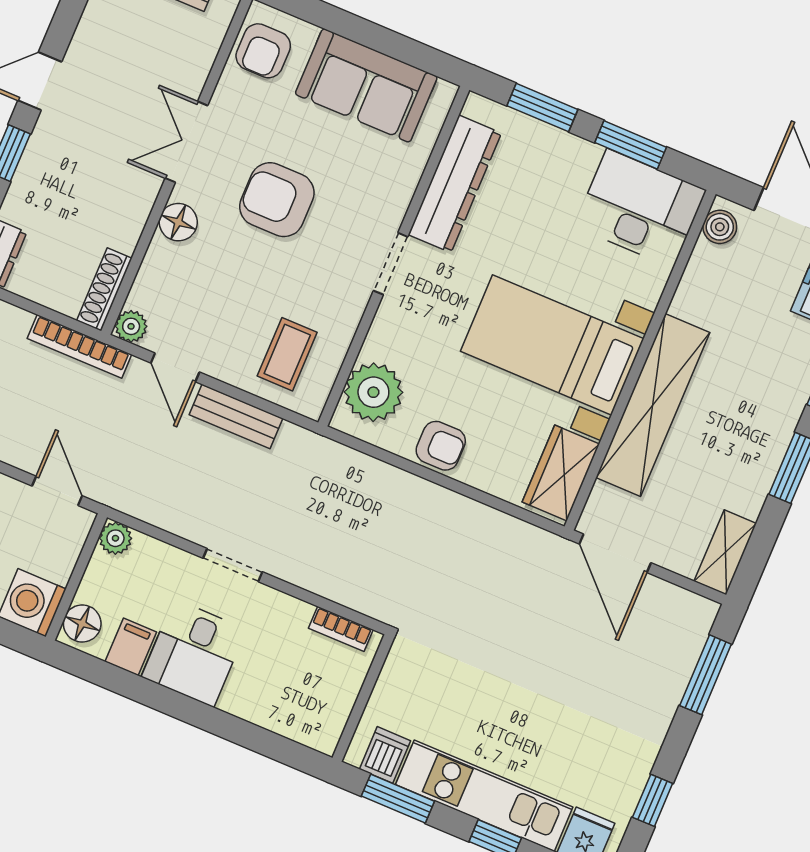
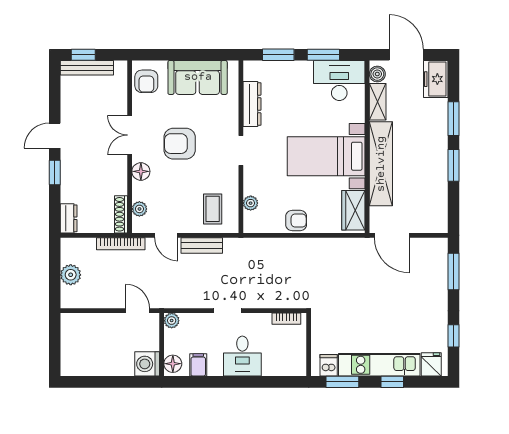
dresser: (455, 184) -> (252, 104), width x0.73, depth x0.80
plant: (131, 326) -> (139, 209), moved
plant: (373, 392) -> (251, 203), width x0.53, depth x0.53
shelving: (725, 552) -> (378, 102), moved
desk: (194, 653) -> (242, 356), moved

